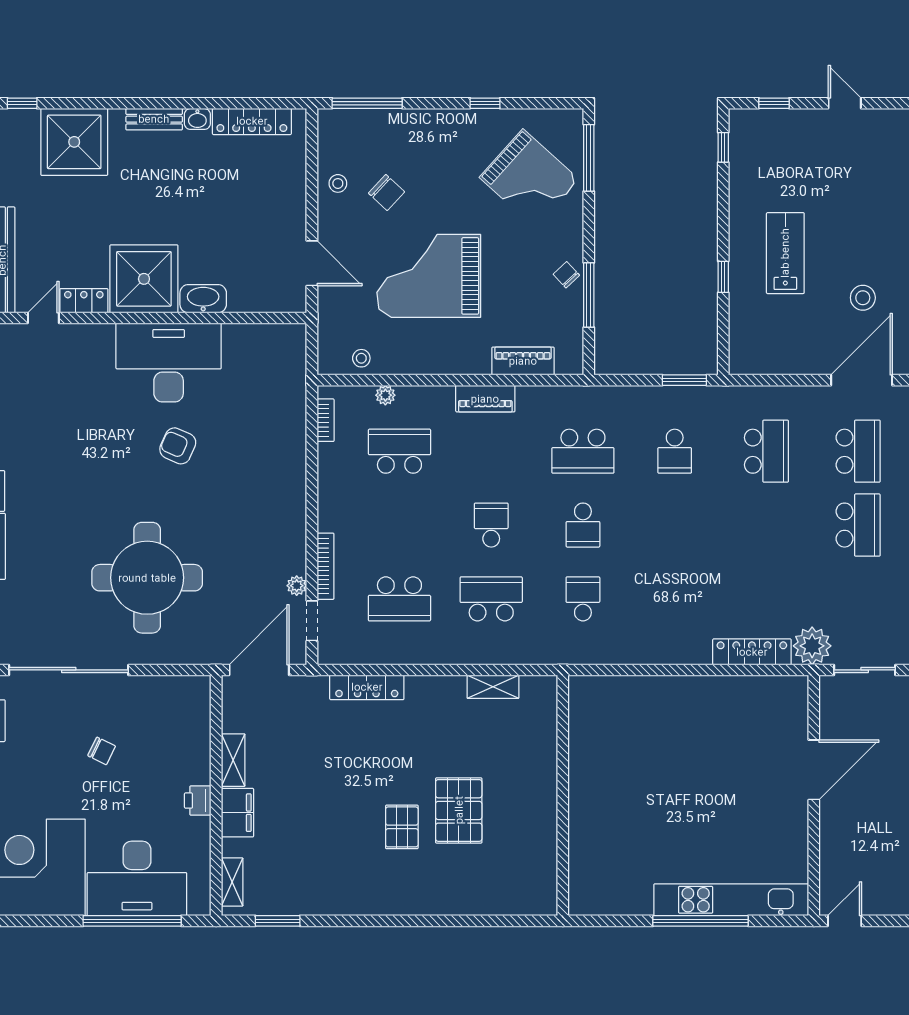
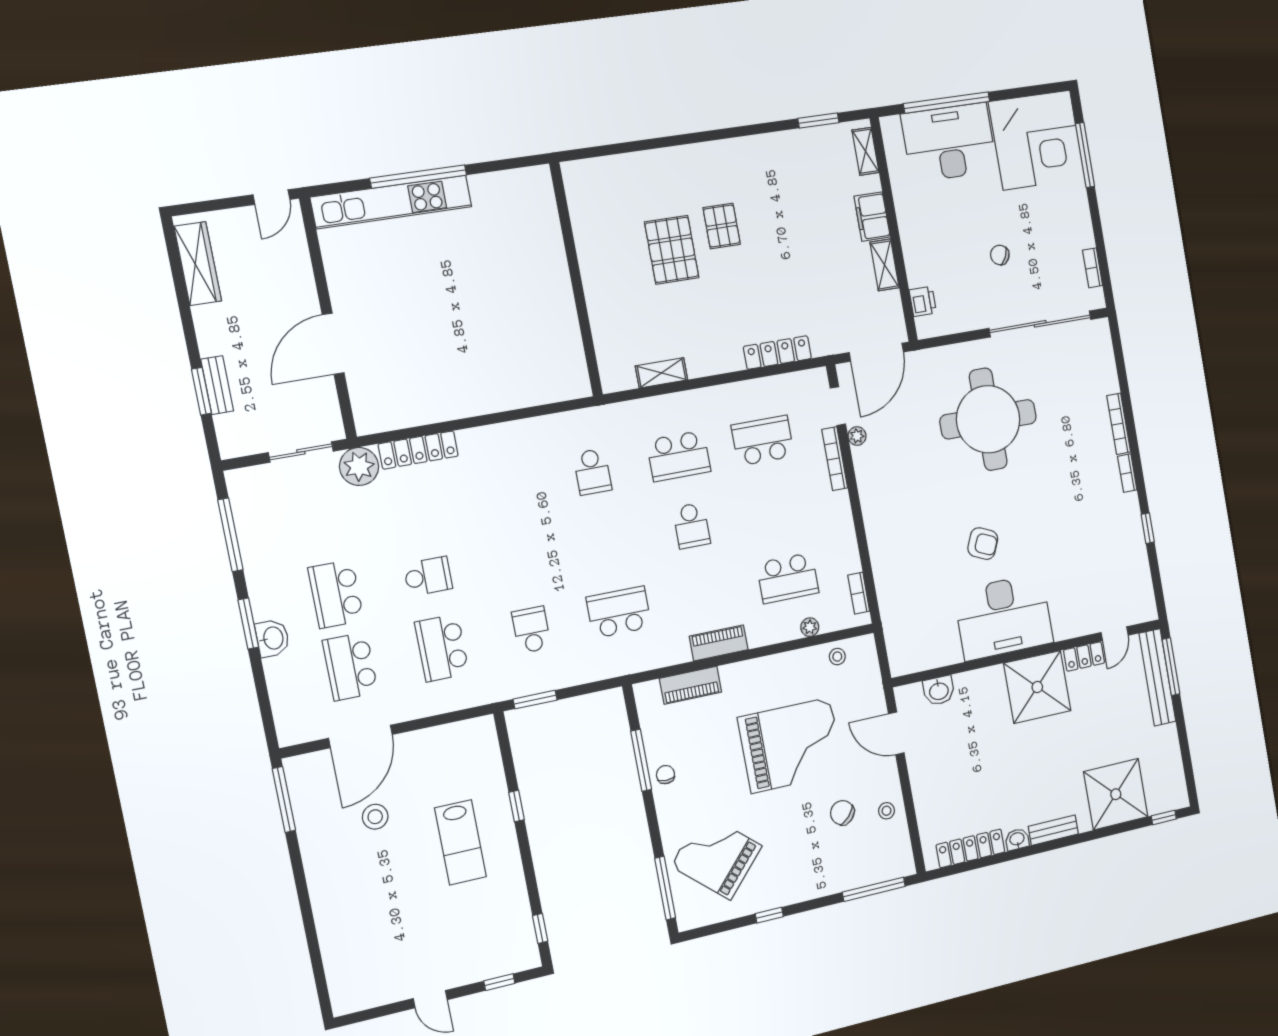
chair: (566, 275) -> (665, 775), turned -137
washbasin: (203, 299) -> (939, 691), moved, width x0.72
school desk: (583, 525) -> (428, 576), moved, turned 90
printer: (198, 801) -> (923, 301), moved

